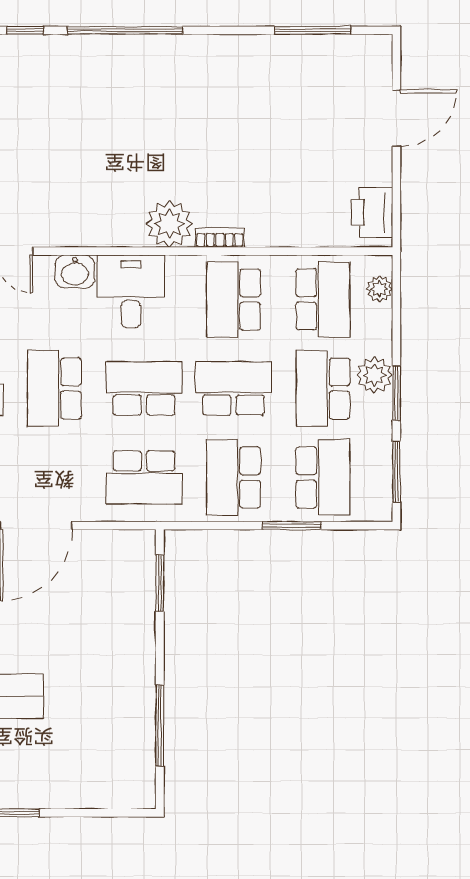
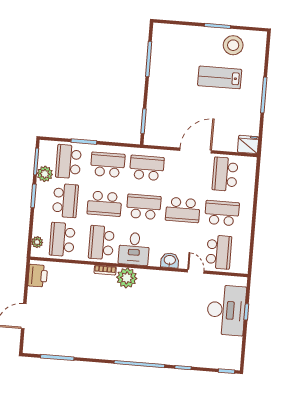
desk: (131, 291) -> (134, 249), moved
school desk: (233, 299) -> (101, 243), turned 180
plant: (374, 375) -> (45, 174), moved
school desk: (54, 388) -> (183, 210), turned 90
school desk: (144, 388) -> (144, 207), turned 180
school desk: (233, 477) -> (108, 165), turned -90

